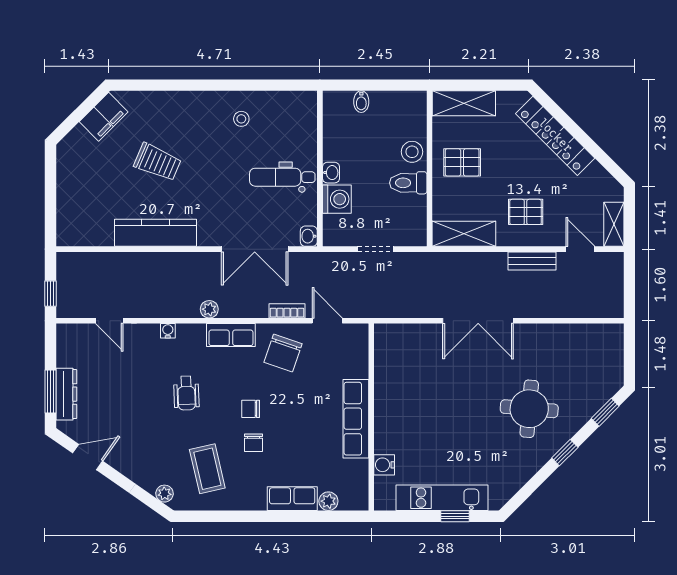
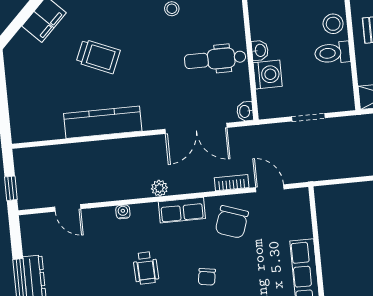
chair: (251, 409) -> (207, 277), turned -81

